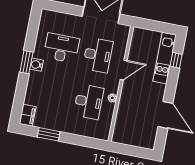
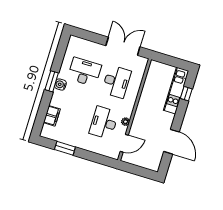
door: (124, 70) -> (124, 143), moved
desk: (89, 102) -> (104, 123), turned 180
filing cabinet: (28, 115) -> (52, 116), moved

